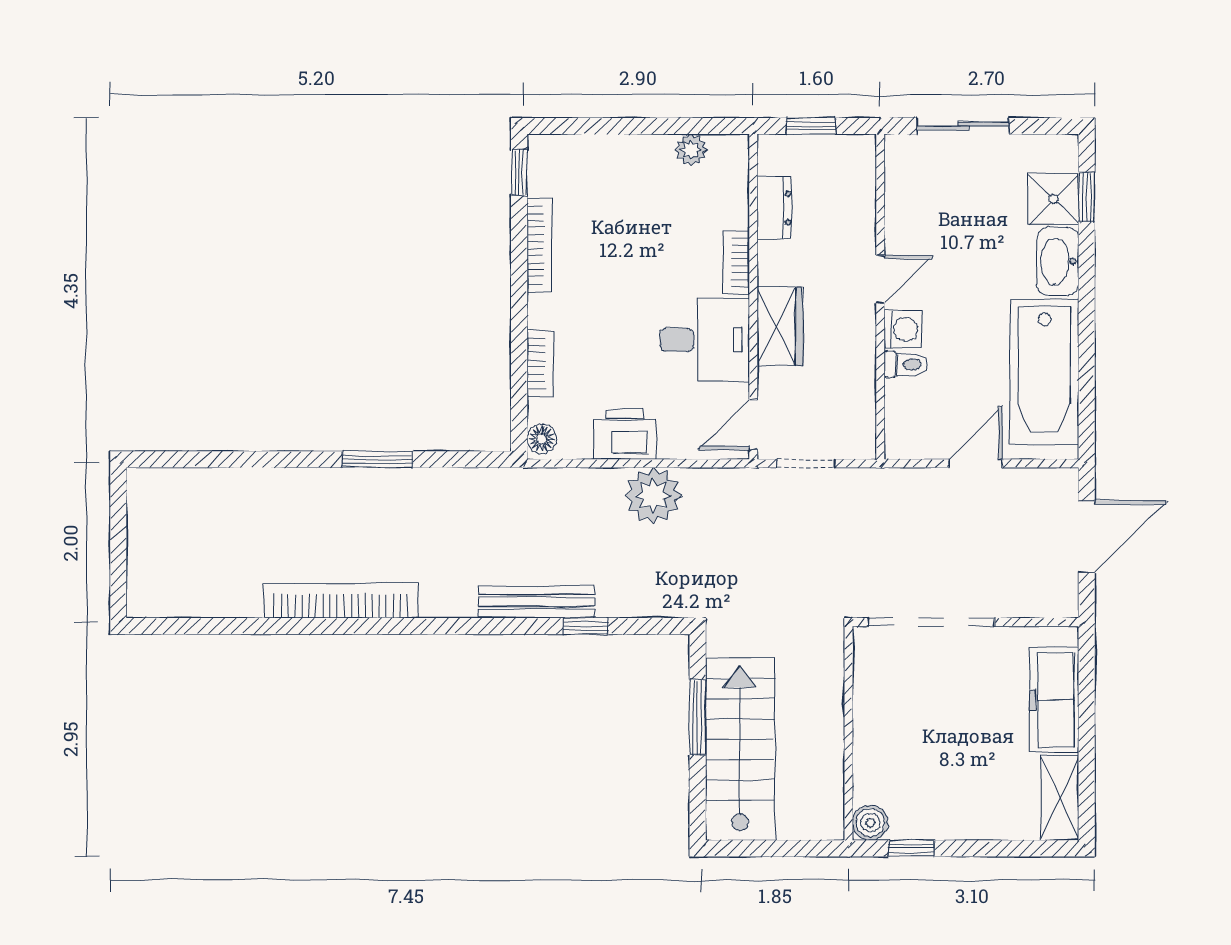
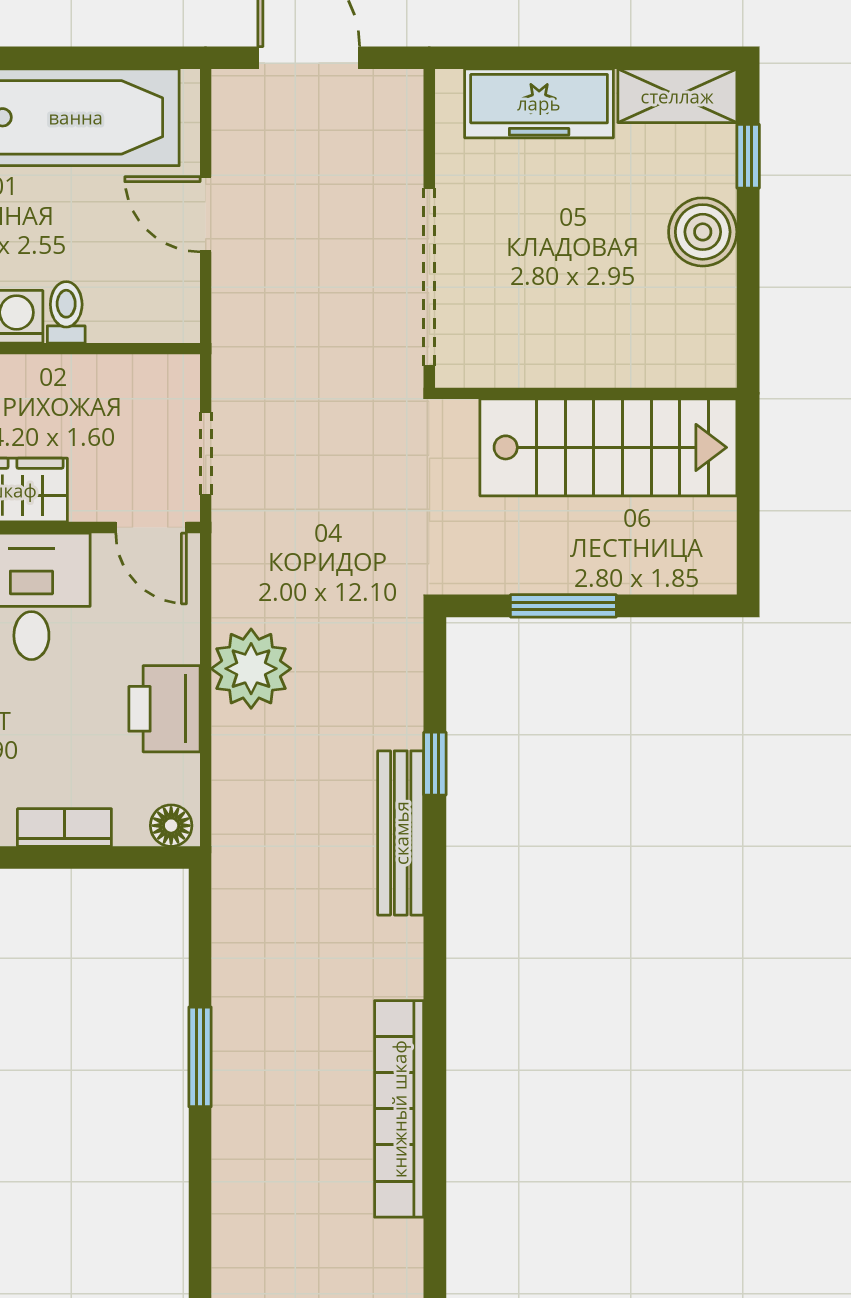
stairs: (740, 749) -> (608, 447), moved, turned 180
boiler: (870, 823) -> (703, 232), moved, width x1.36, depth x1.36
window: (912, 848) -> (748, 156), moved

